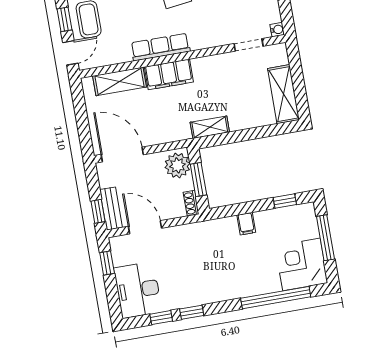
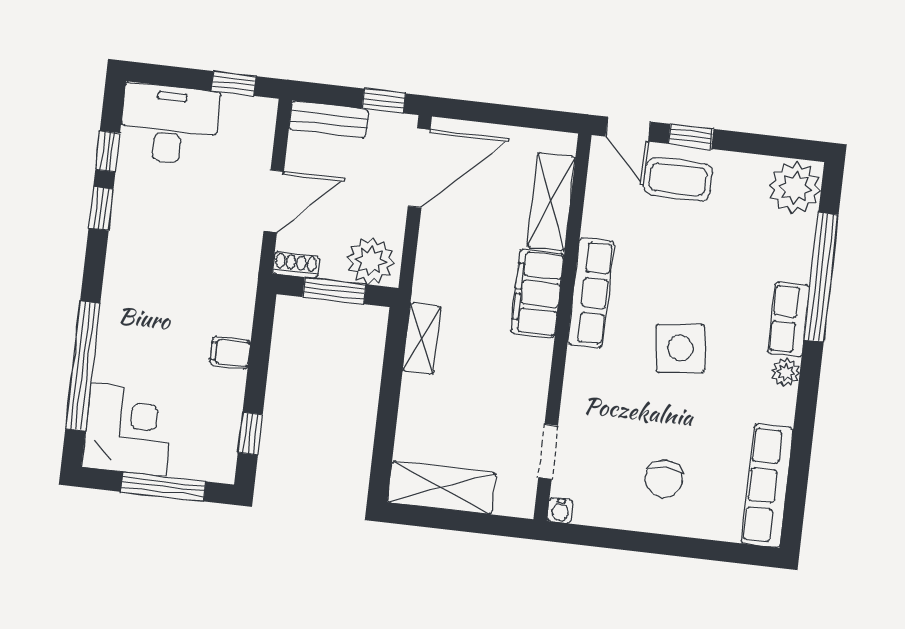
window: (98, 211) -> (384, 101), moved
door: (145, 227) -> (274, 201), moved

